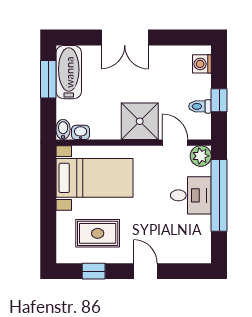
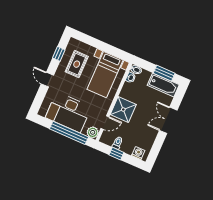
desk: (191, 195) -> (68, 112), width x1.87, depth x1.30
door: (145, 271) -> (47, 80), swing flipped

